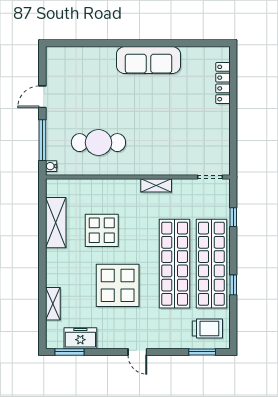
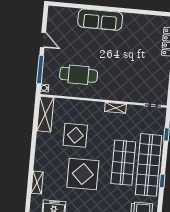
sofa: (148, 60) -> (100, 20), moved
door: (42, 97) -> (43, 40), swing flipped
shelving: (56, 223) -> (45, 114), moved
shop shelf: (175, 264) -> (123, 163), width x0.71

